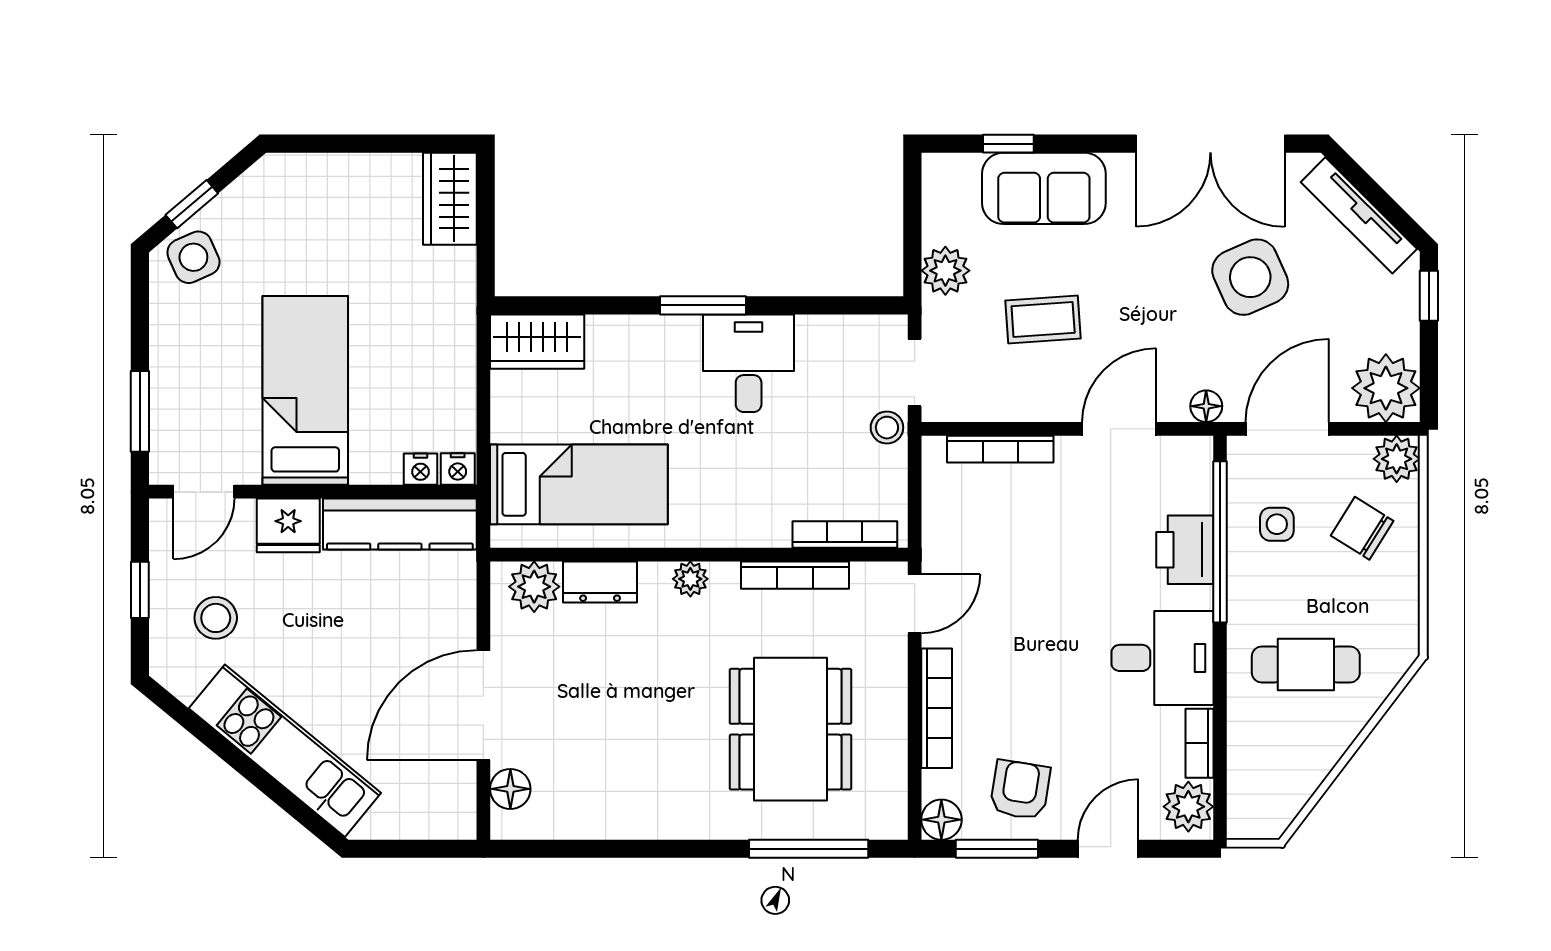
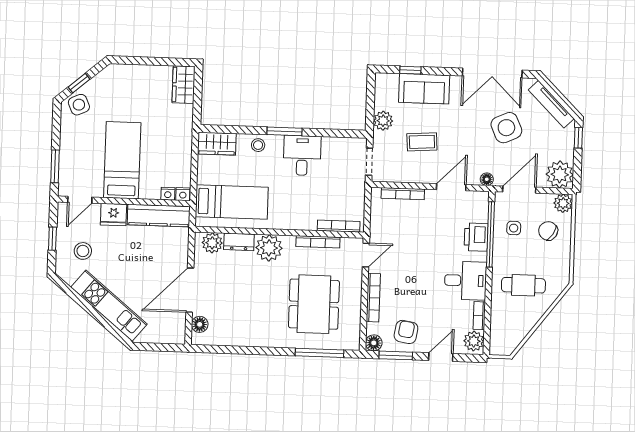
stool: (887, 428) -> (258, 145), moved
plant: (690, 579) -> (269, 248), width x1.88, depth x1.88

